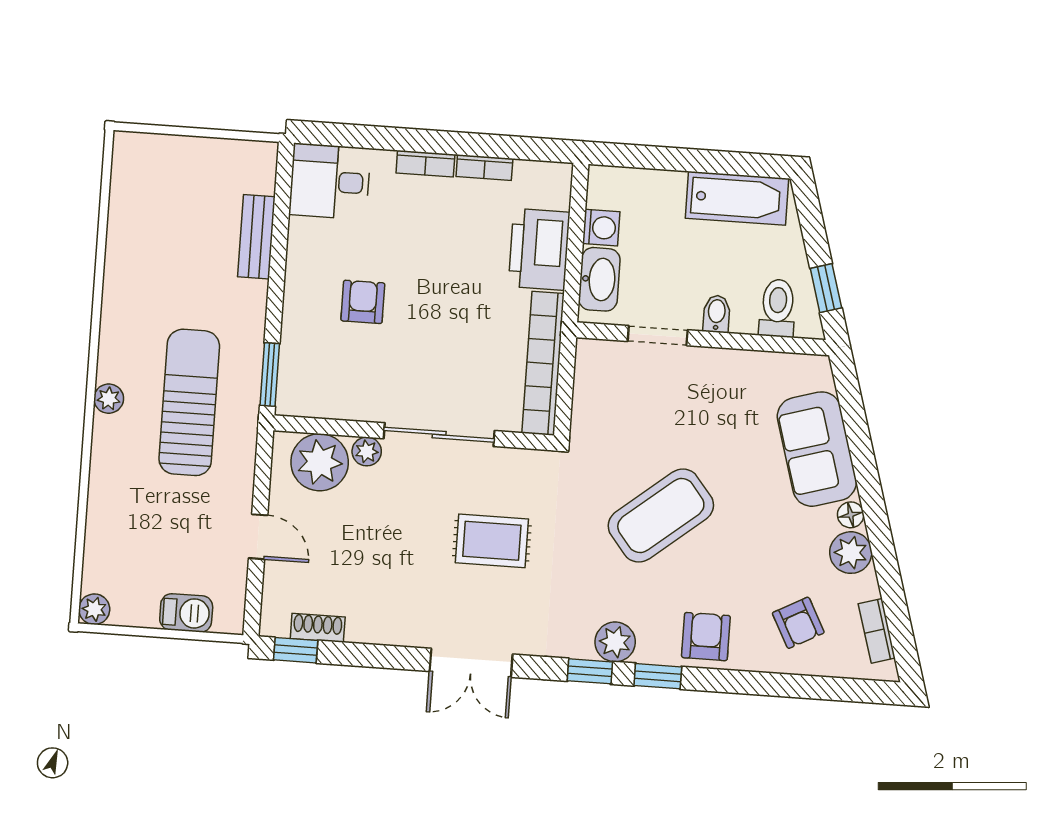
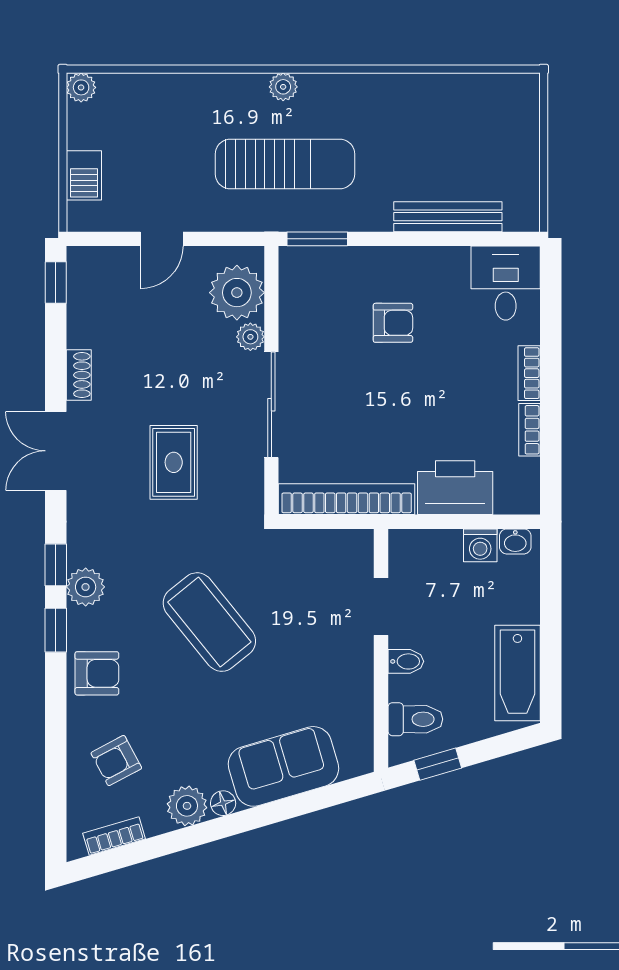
bench: (256, 237) -> (448, 217), width x1.36
washbasin: (599, 279) -> (515, 541), moved, width x0.52, depth x0.69
shoe rack: (318, 628) -> (79, 375), moved

